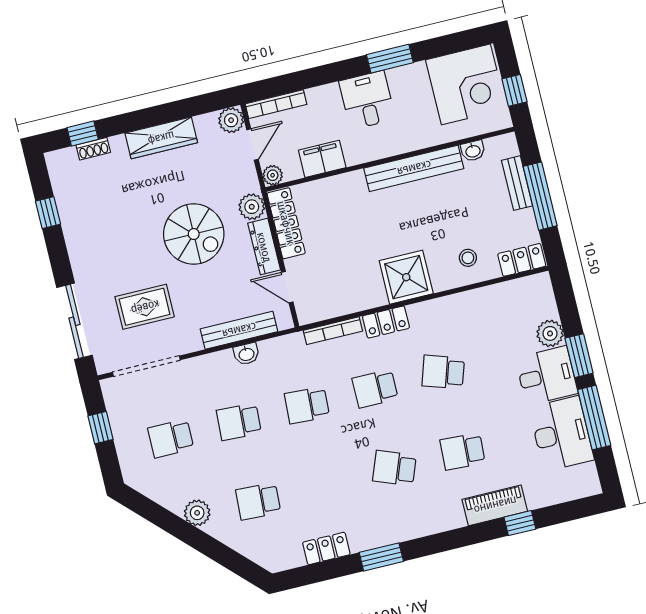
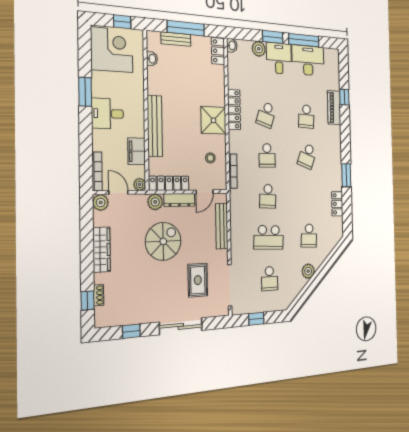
bench: (414, 168) -> (155, 126), moved
stool: (468, 258) -> (210, 158), moved
sliding door: (75, 321) -> (181, 326), moved
locker: (386, 322) -> (234, 110), moved, width x1.53
washbasin: (246, 354) -> (232, 45), moved
school desk: (239, 422) -> (269, 237), width x1.85

